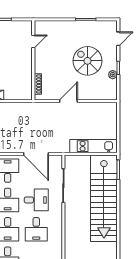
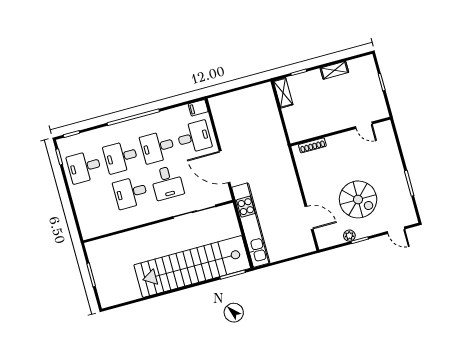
spiral stairs: (88, 61) -> (358, 199), turned 90
door: (68, 101) -> (309, 218), moved
kitchen unit: (93, 146) -> (251, 225), width x1.36
door: (36, 154) -> (225, 167), hinge flipped

